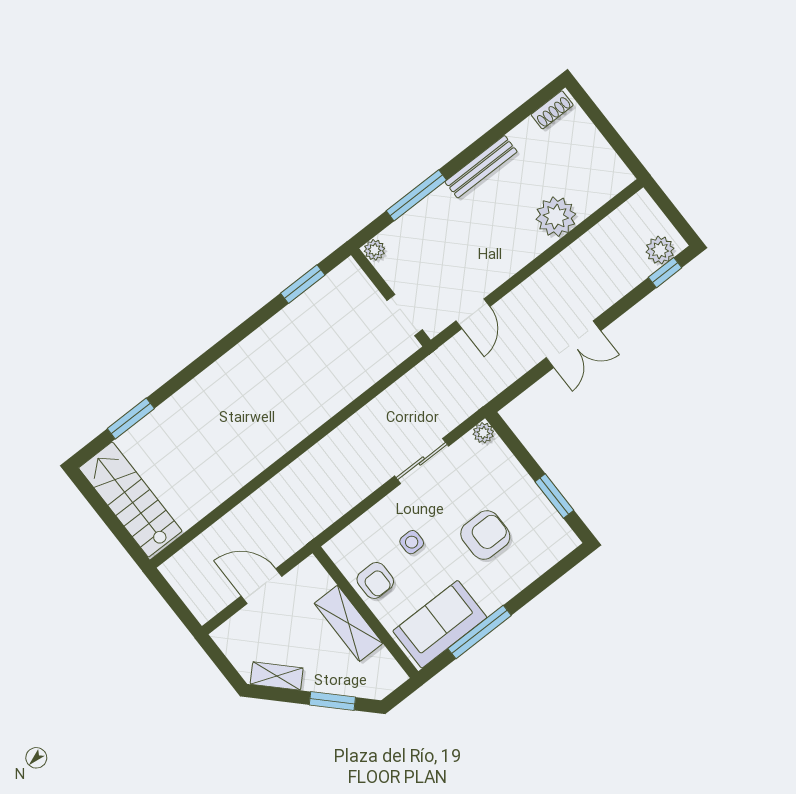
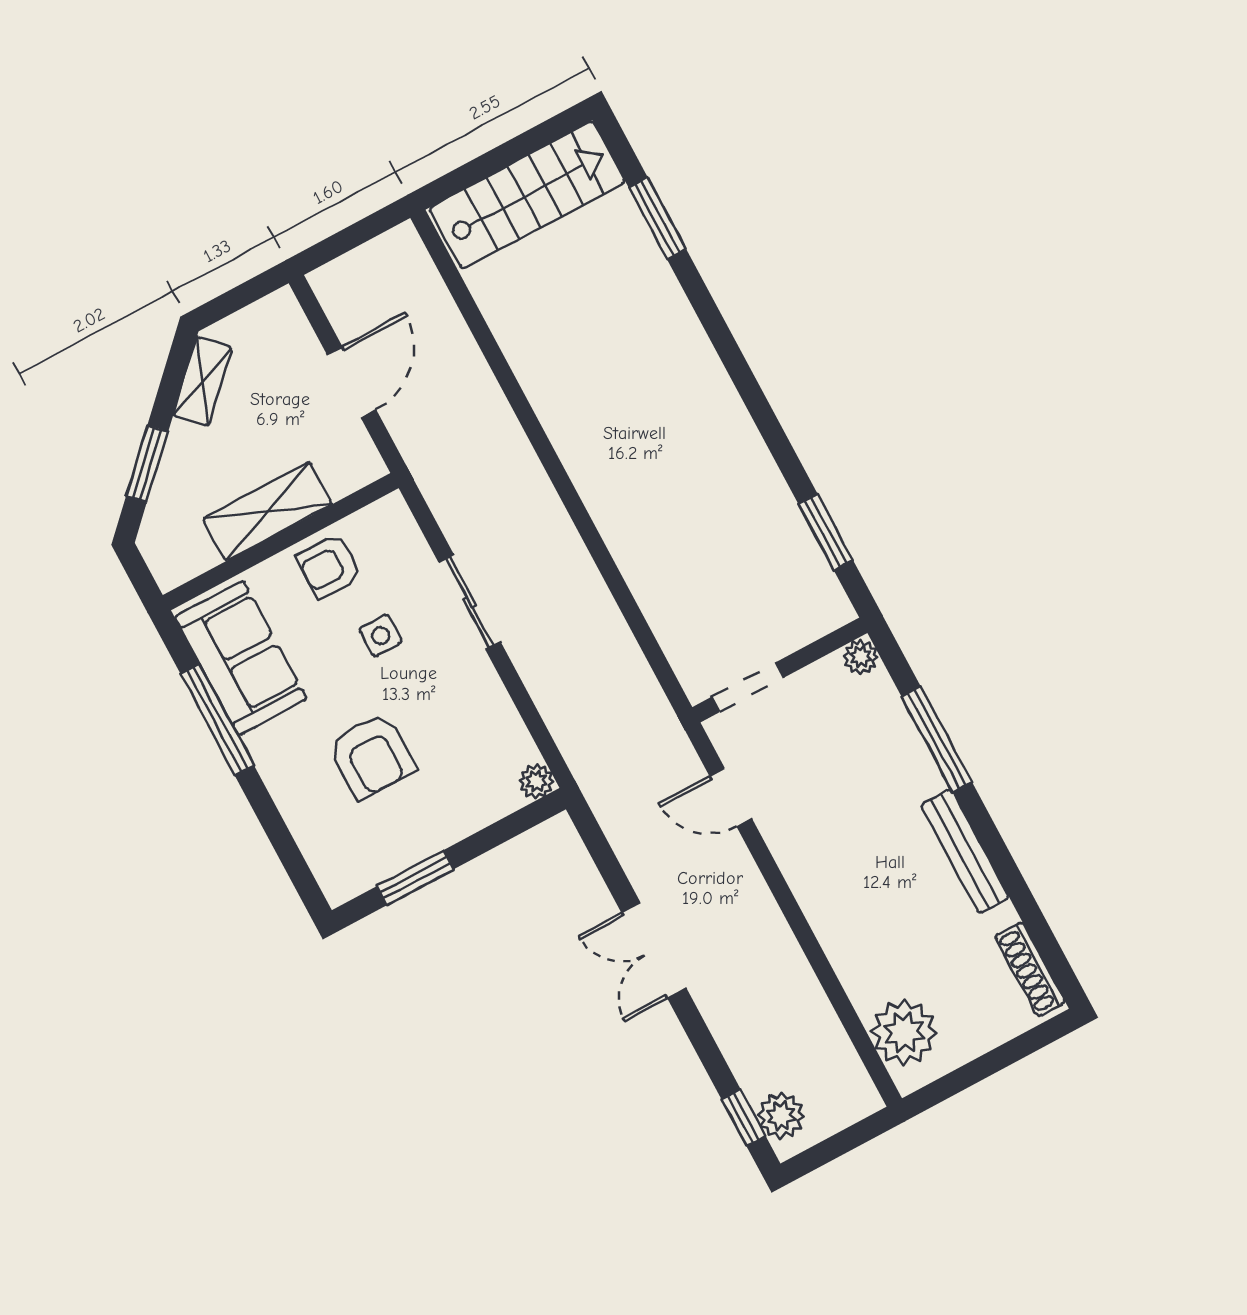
shoe rack: (552, 110) -> (1030, 969), width x1.43
plant: (556, 217) -> (904, 1032), moved
sliding door: (422, 461) -> (470, 602), moved

